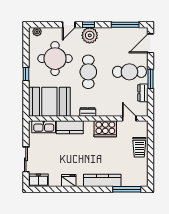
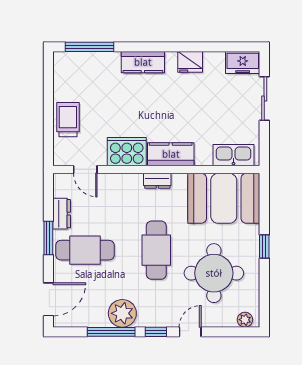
window: (125, 25) -> (111, 332), moved
plant: (90, 35) -> (122, 313), moved
kitchen counter: (70, 127) -> (171, 154), moved
kitchen counter: (102, 180) -> (143, 62), width x0.67

